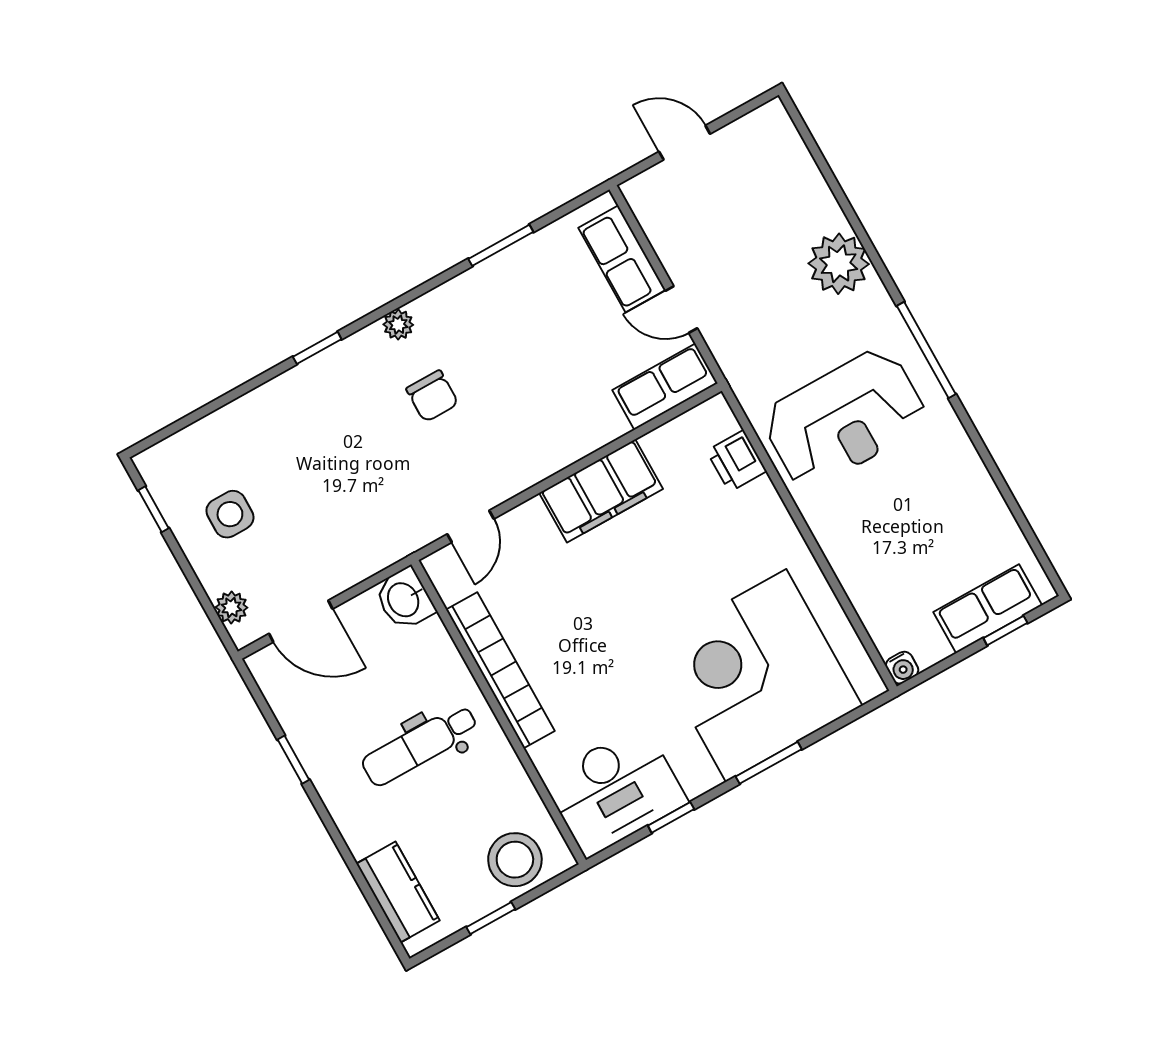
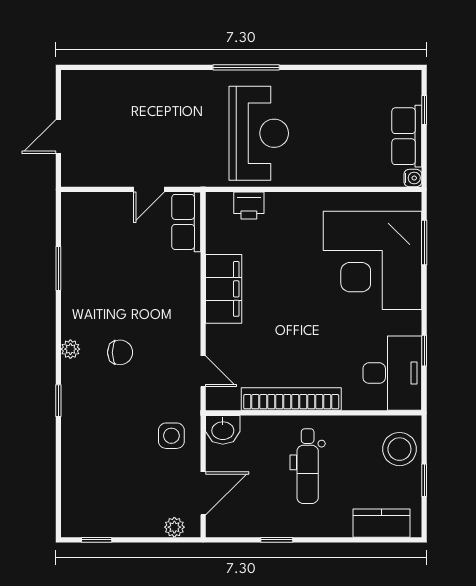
row of seats: (622, 259) -> (103, 206), removed
plant: (839, 264) -> (172, 89), removed
side table: (230, 514) -> (171, 436), moved
row of seats: (988, 609) -> (407, 136), moved
window: (769, 763) -> (424, 242), moved

